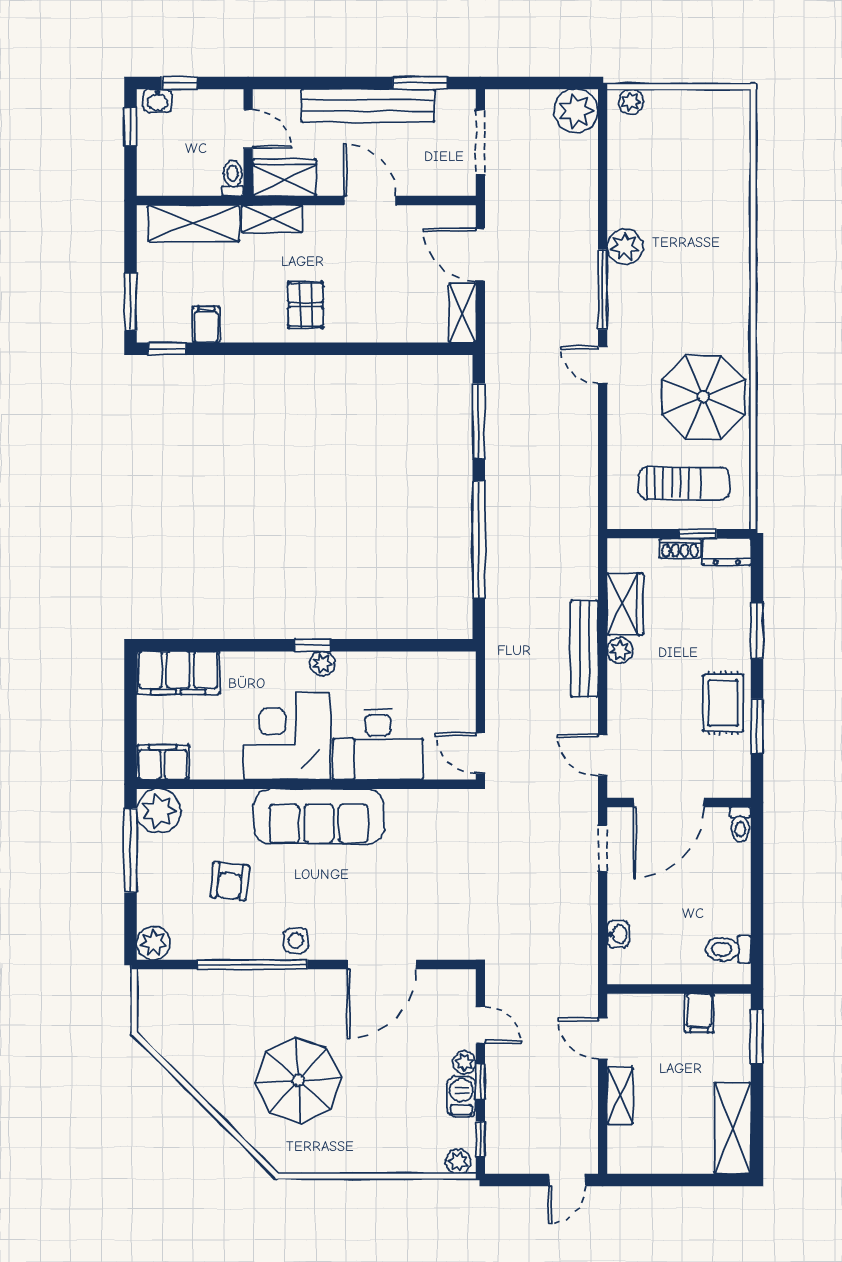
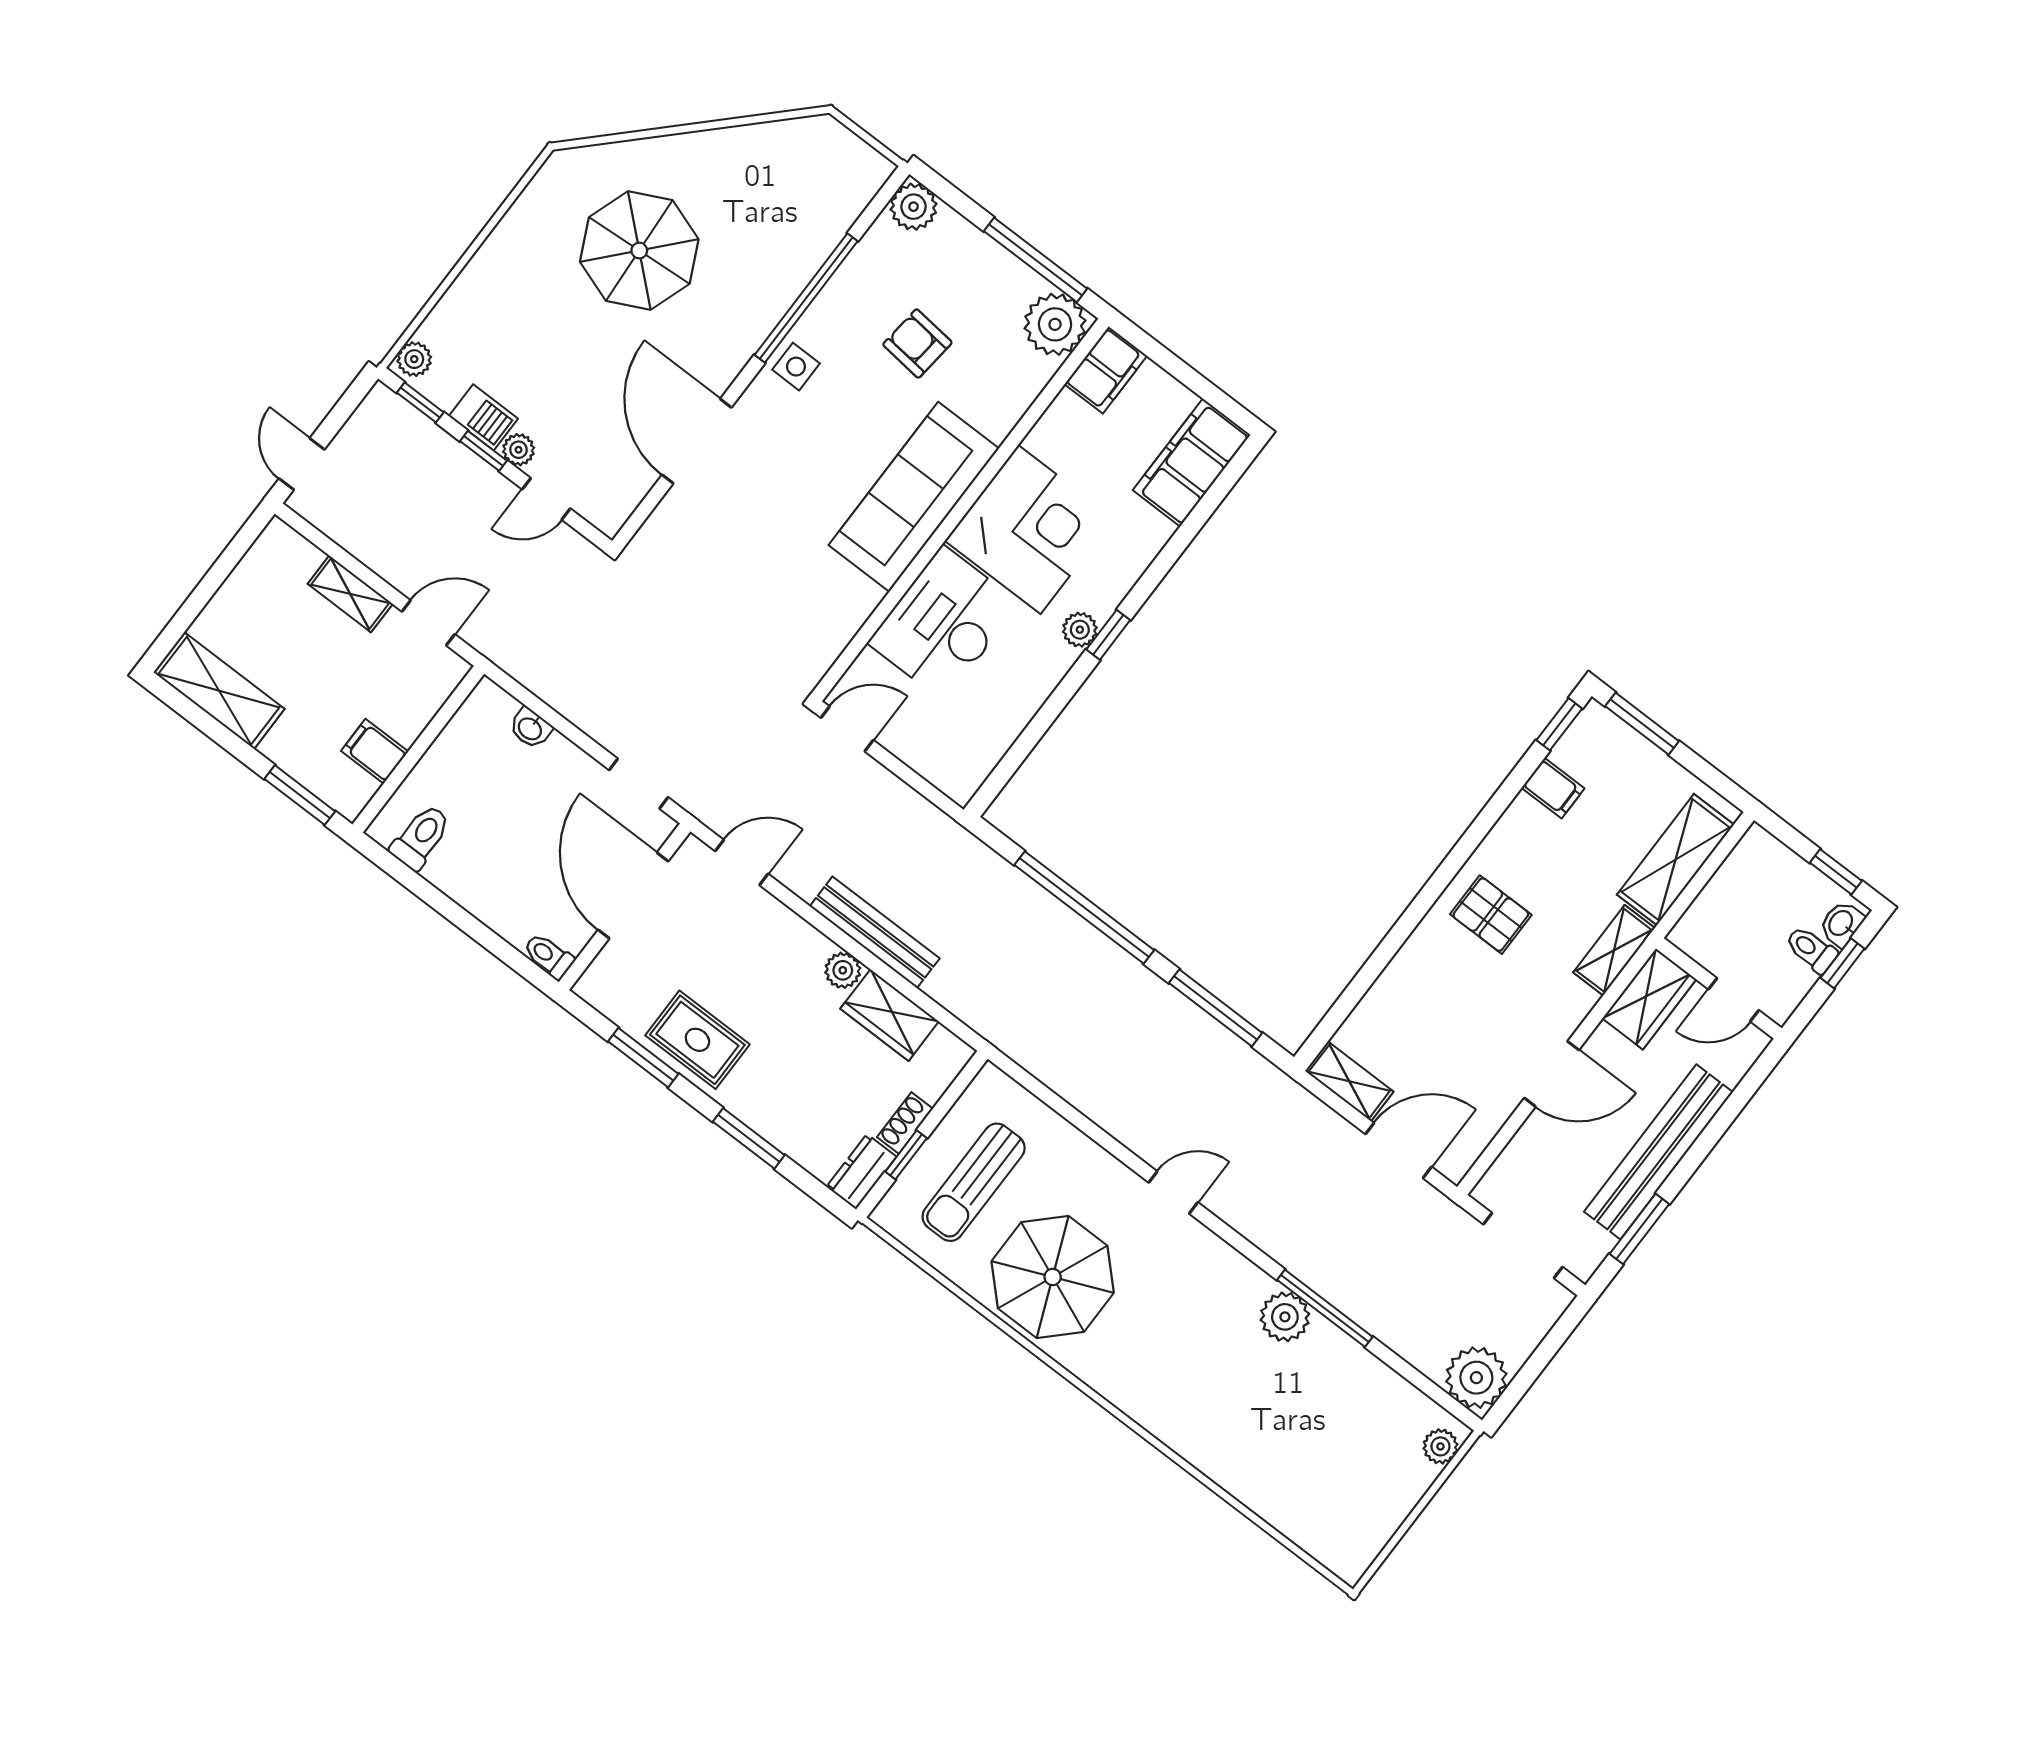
toilet: (233, 178) -> (1811, 949), moved, turned 180
window: (603, 289) -> (1325, 1308), moved

